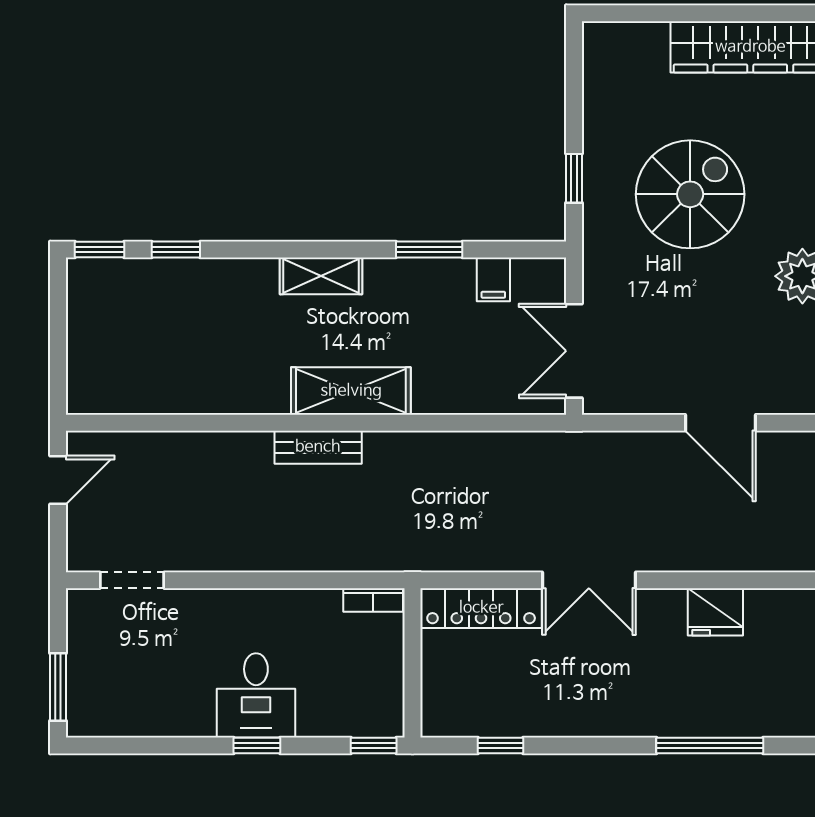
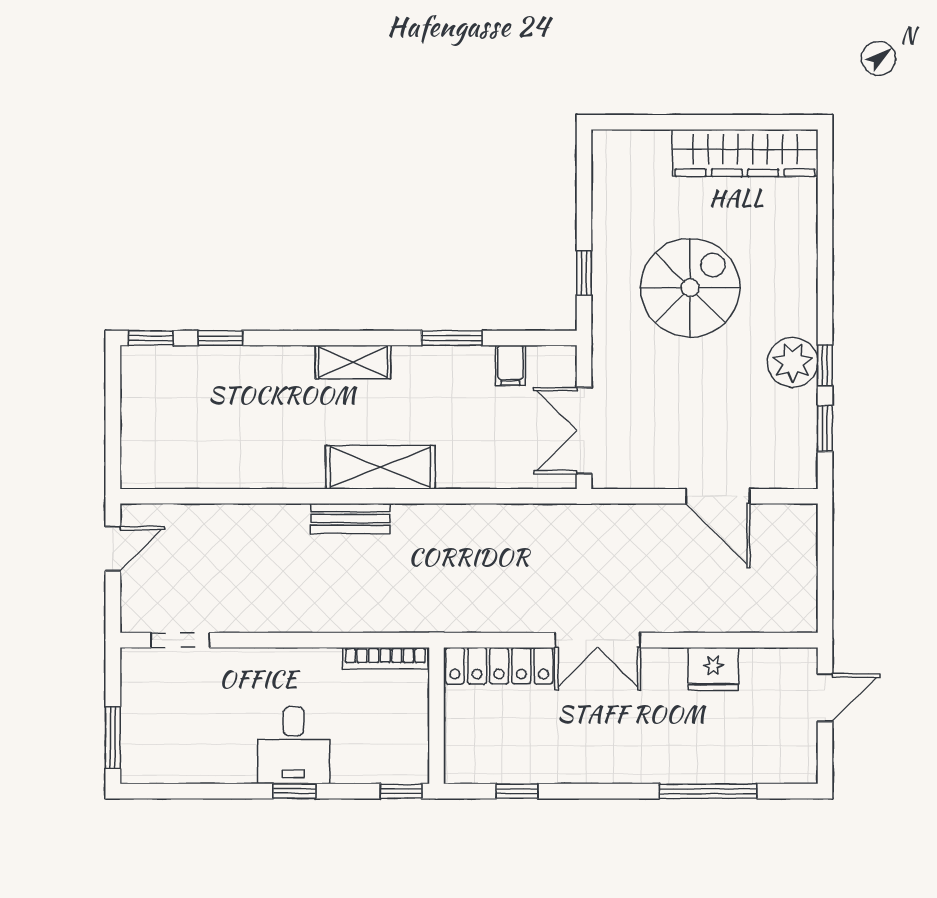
bookcase: (373, 600) -> (385, 658), width x1.56

